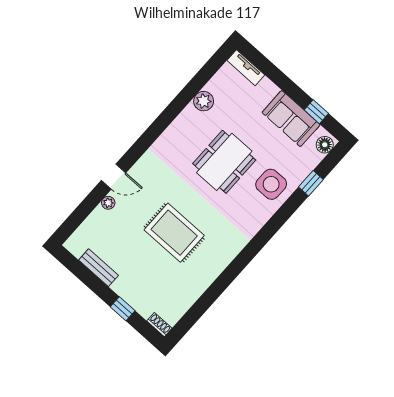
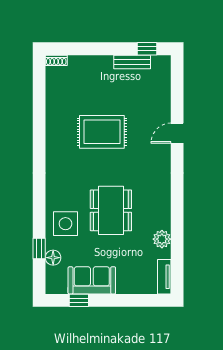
tv unit: (246, 68) -> (164, 277), moved, turned -90
floor lamp: (325, 145) -> (53, 258), moved
plant: (108, 203) -> (165, 112), removed
window: (123, 309) -> (147, 49), moved

